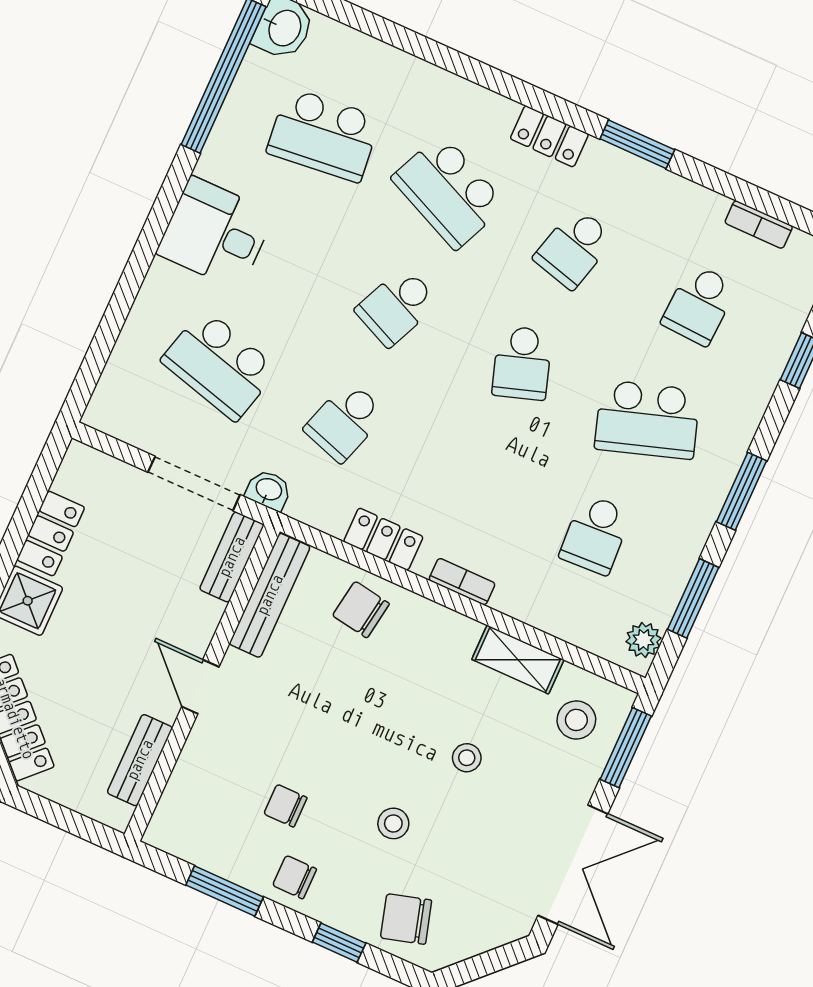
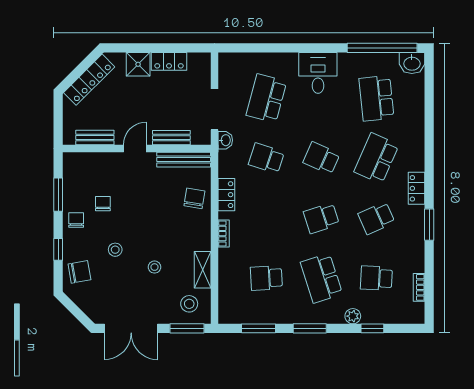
school desk: (574, 248) -> (376, 218), turned -39
bench: (232, 557) -> (171, 138), moved
plant: (644, 640) -> (353, 316), moved
chair: (406, 919) -> (79, 272), turned 96

